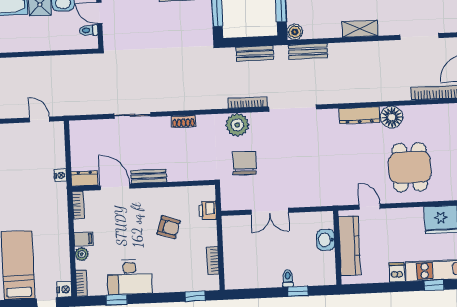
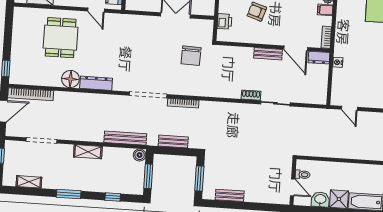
bench: (308, 51) -> (125, 138), width x1.36
shoe rack: (184, 121) -> (251, 95), moved
plant: (237, 125) -> (193, 87), removed

